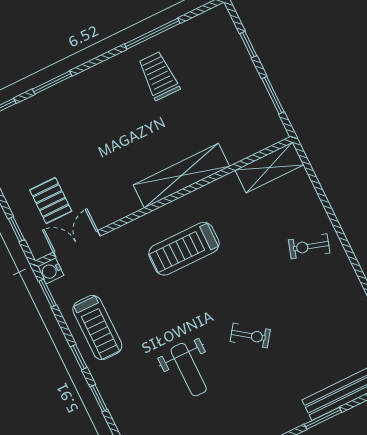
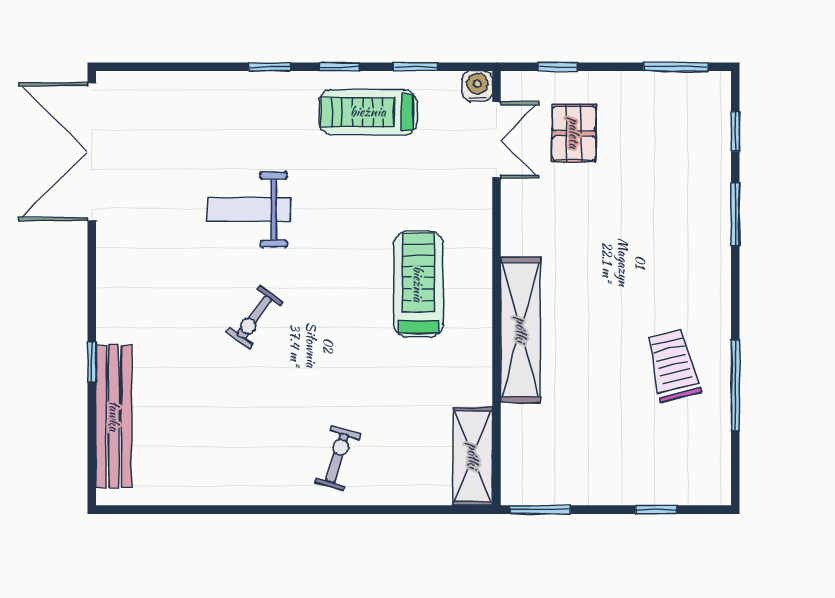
trolley: (159, 76) -> (673, 365), turned -104
window: (273, 95) -> (540, 510), moved
pallet: (51, 201) -> (574, 133), turned 90
window: (48, 293) -> (416, 67), moved
window: (323, 418) -> (92, 362), width x0.67

